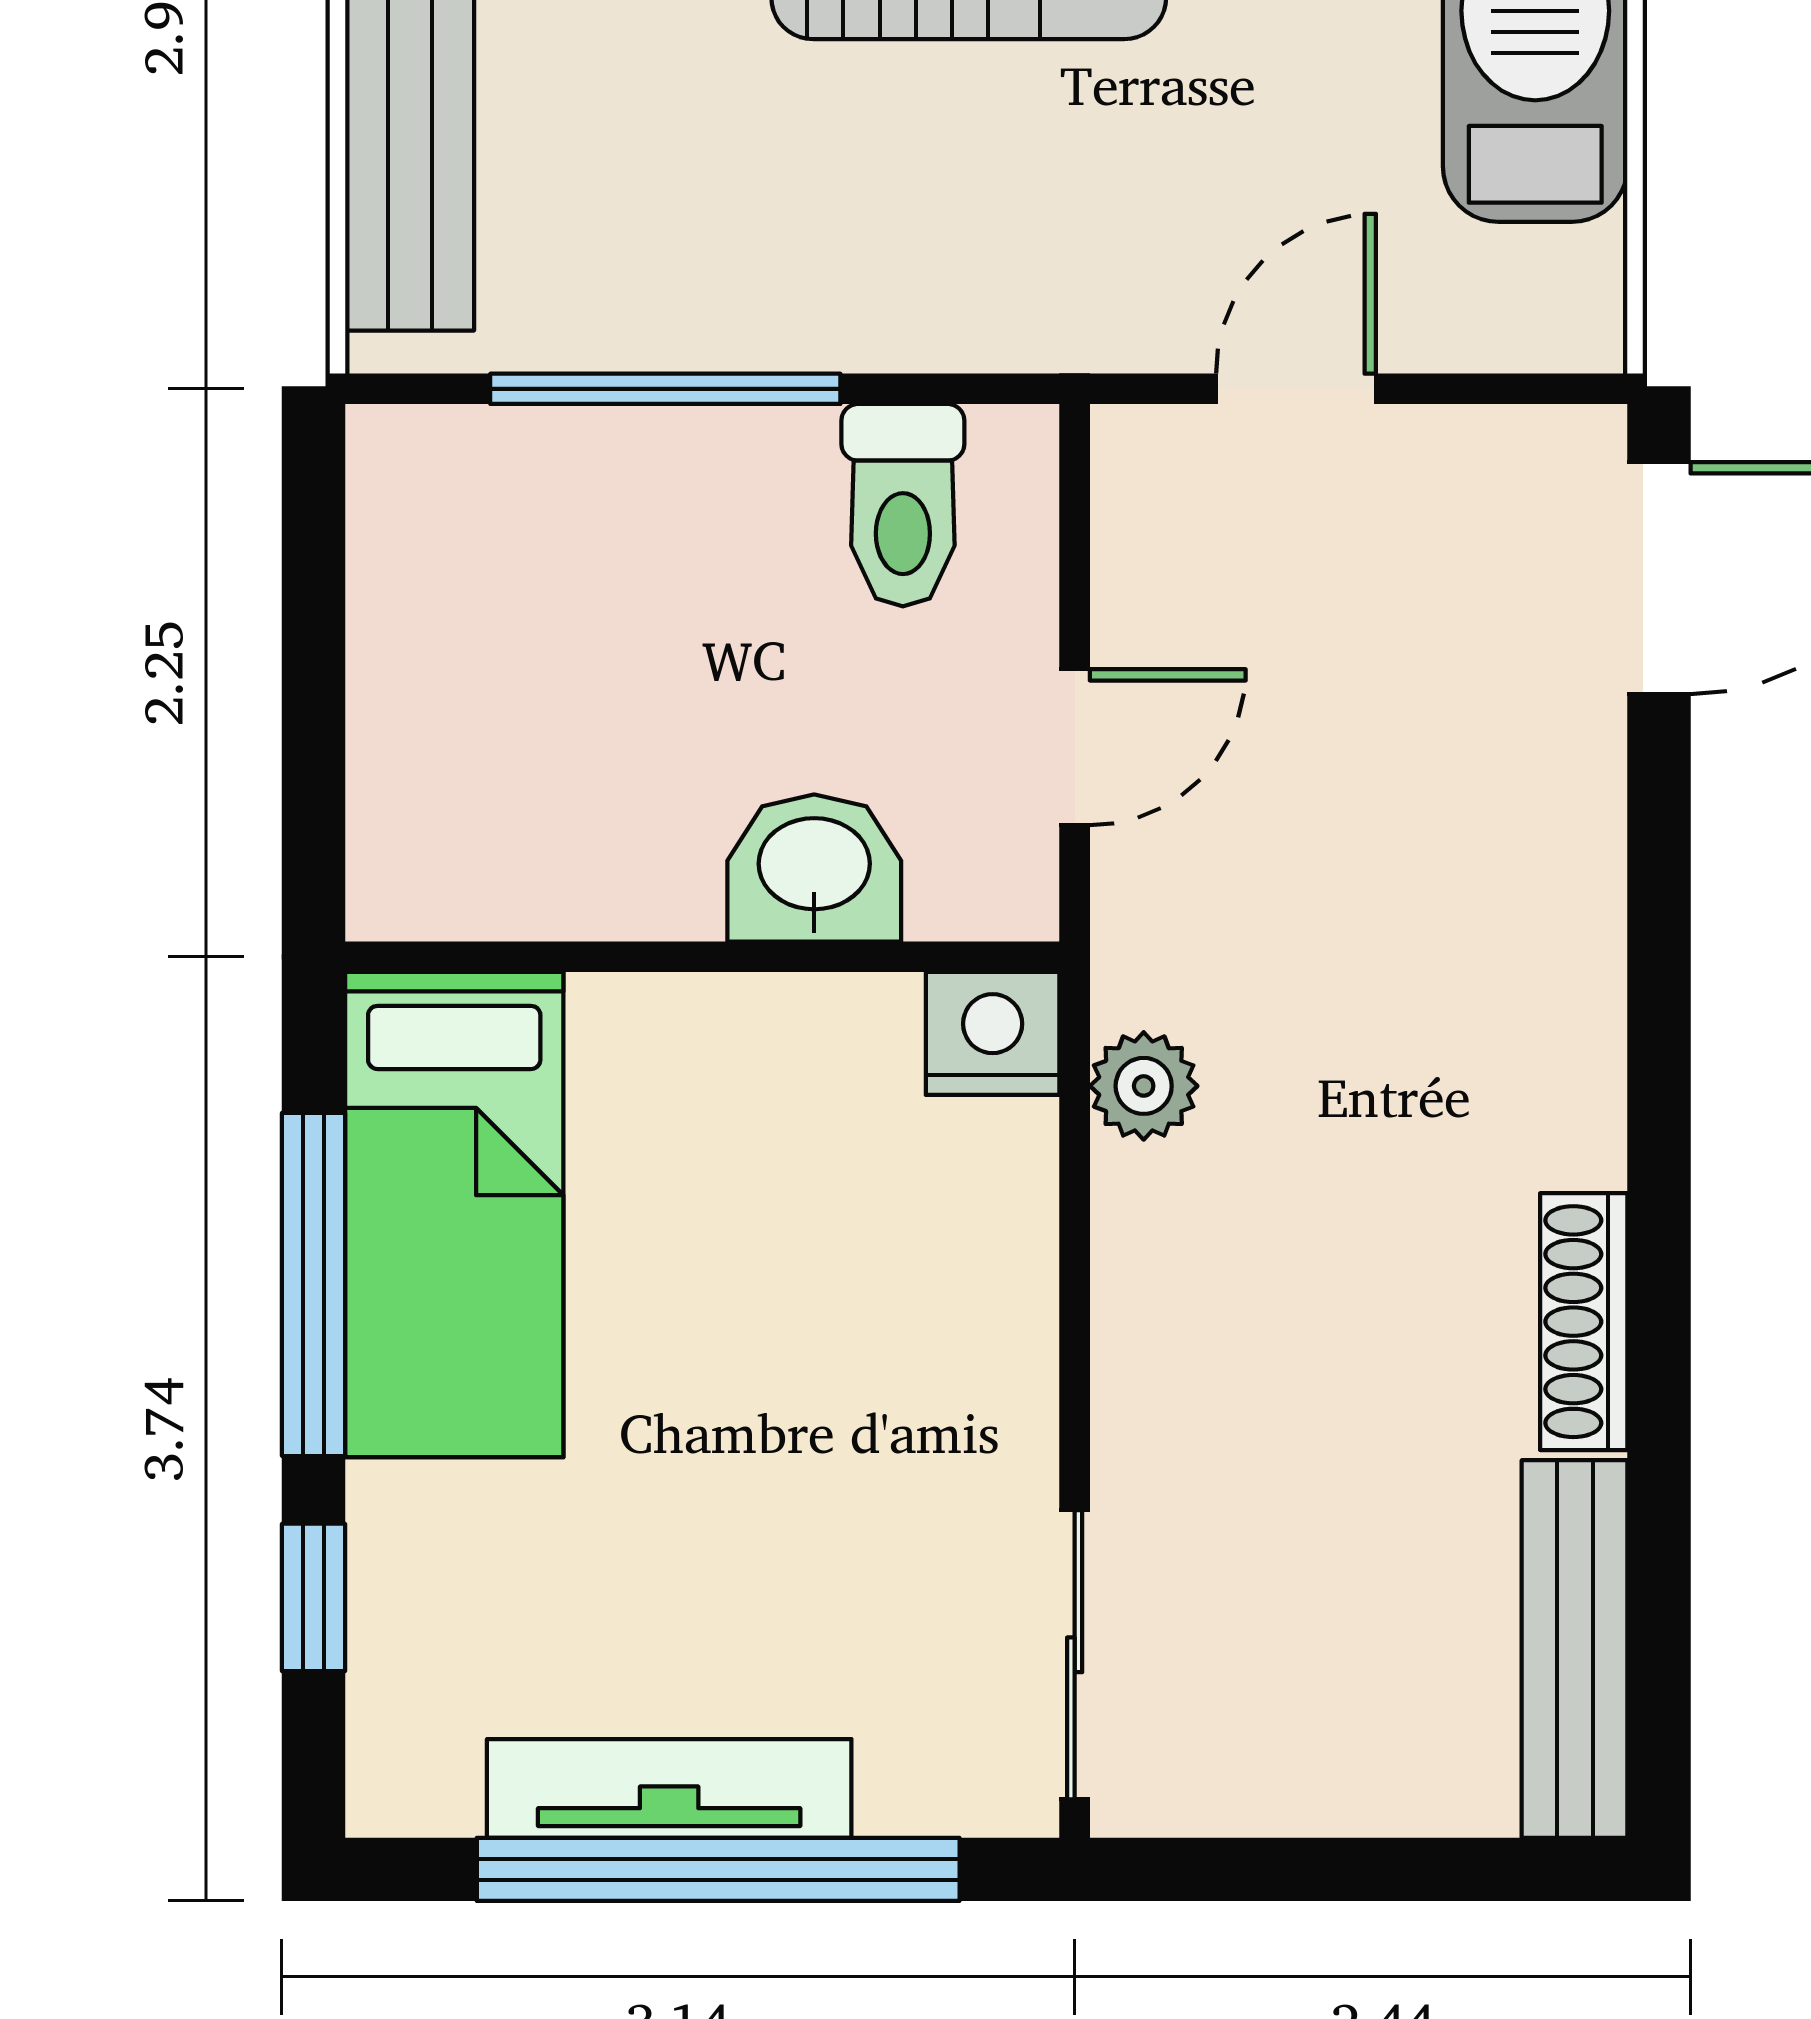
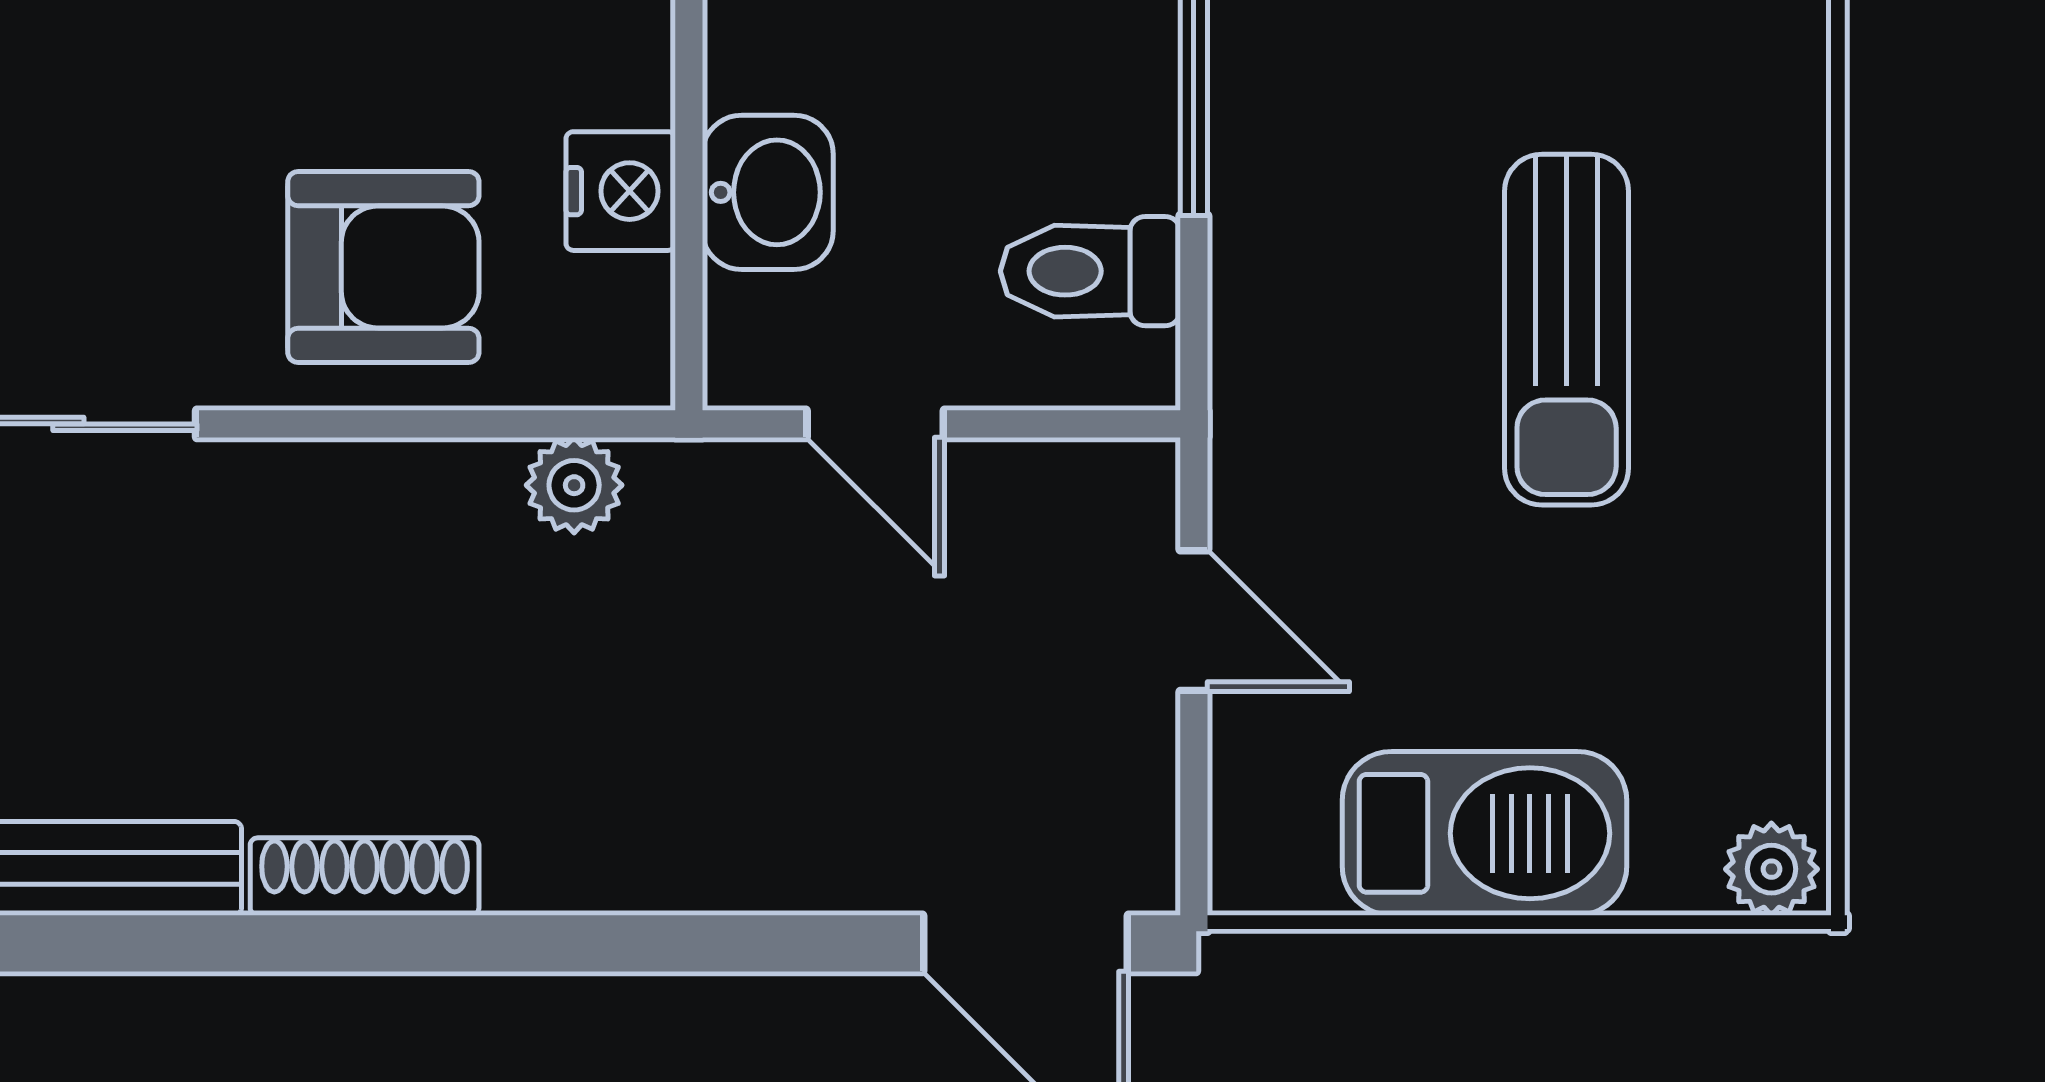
nightstand: (993, 1033) -> (621, 191), moved
armchair: (898, 1300) -> (383, 267), added

